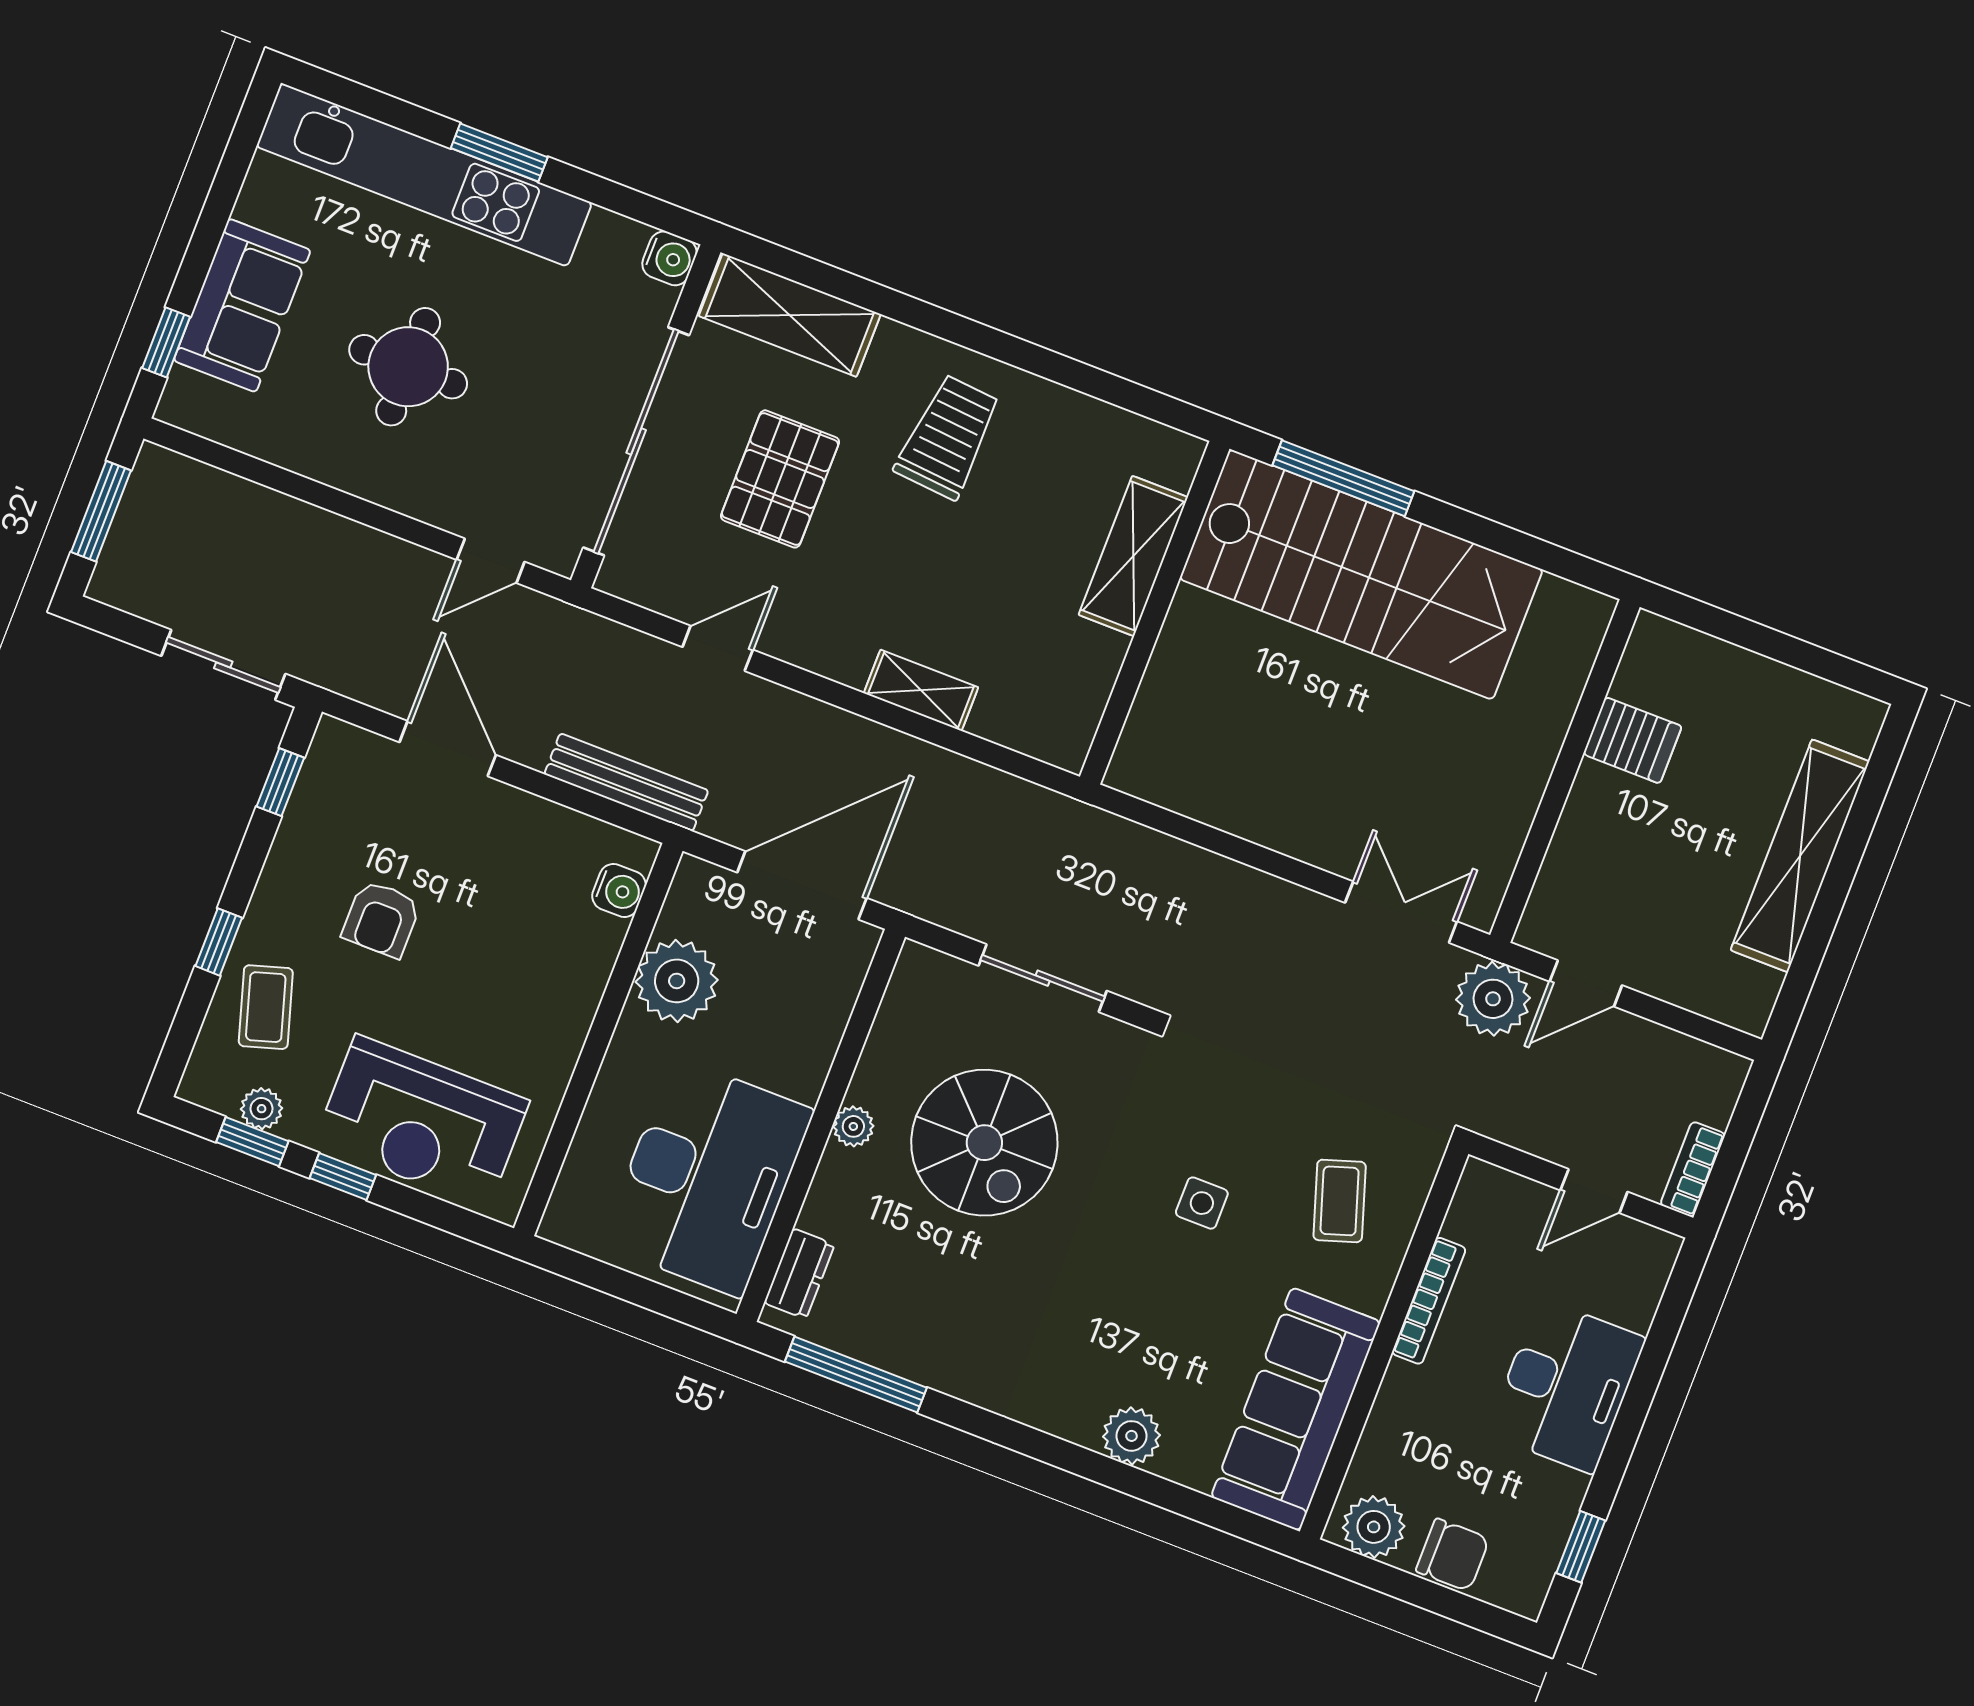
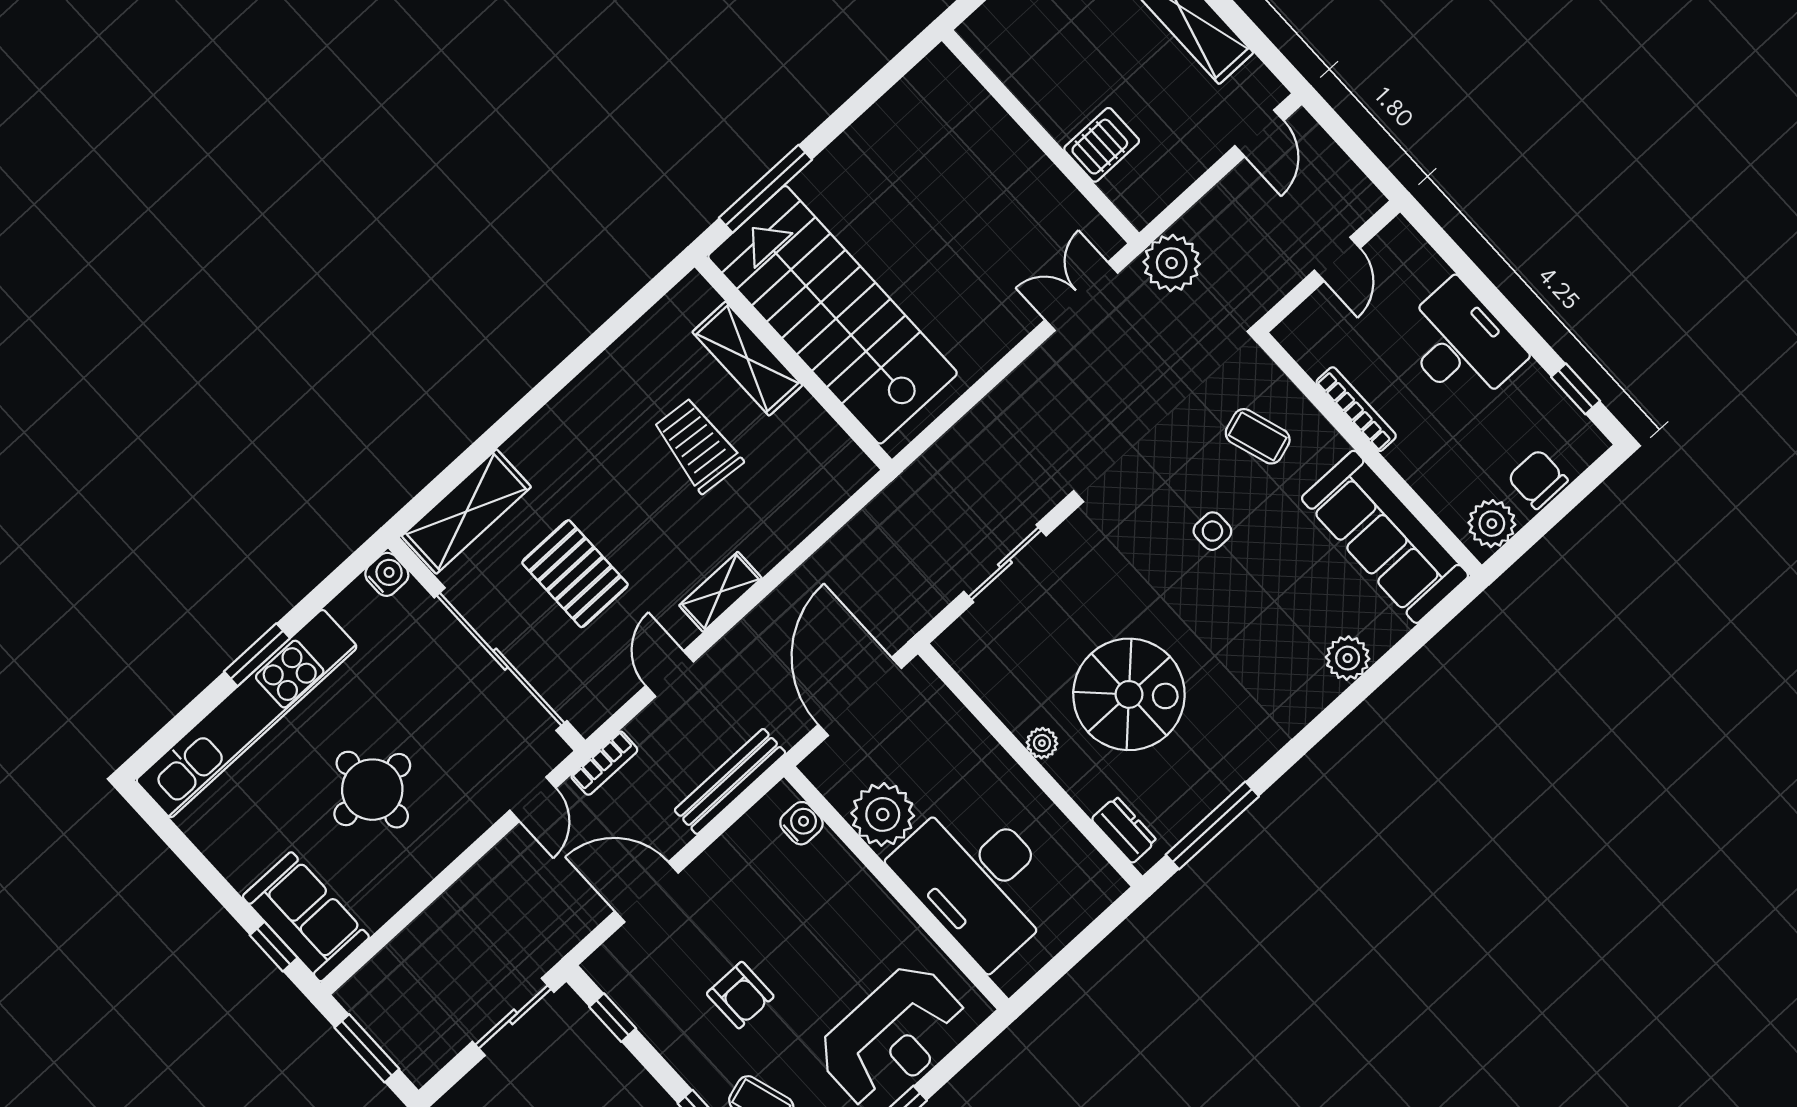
sofa: (242, 305) -> (306, 917), moved
trolley: (948, 437) -> (698, 445), moved
stairs: (1361, 574) -> (832, 315), moved, turned -90
shelving: (921, 690) -> (720, 592), moved
server rack: (1632, 740) -> (1102, 145), moved
door: (1586, 983) -> (1259, 133), moved
spiral stairs: (984, 1143) -> (1129, 694), moved
bookcase: (1693, 1169) -> (604, 763), moved, turned -90
desk: (707, 1177) -> (979, 879), moved, turned 180
chair: (1453, 1555) -> (1538, 479), turned -90

